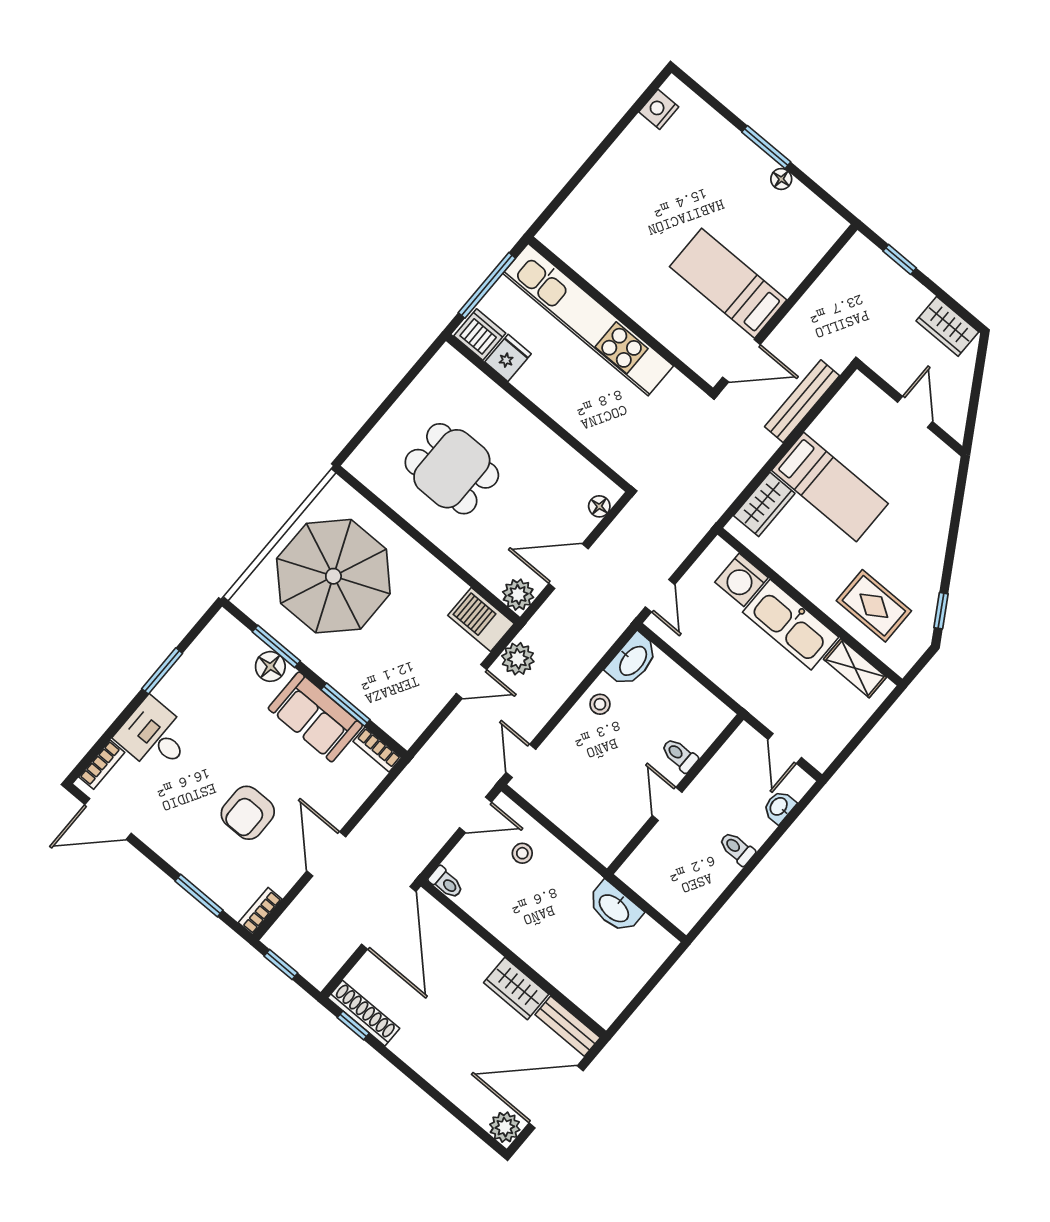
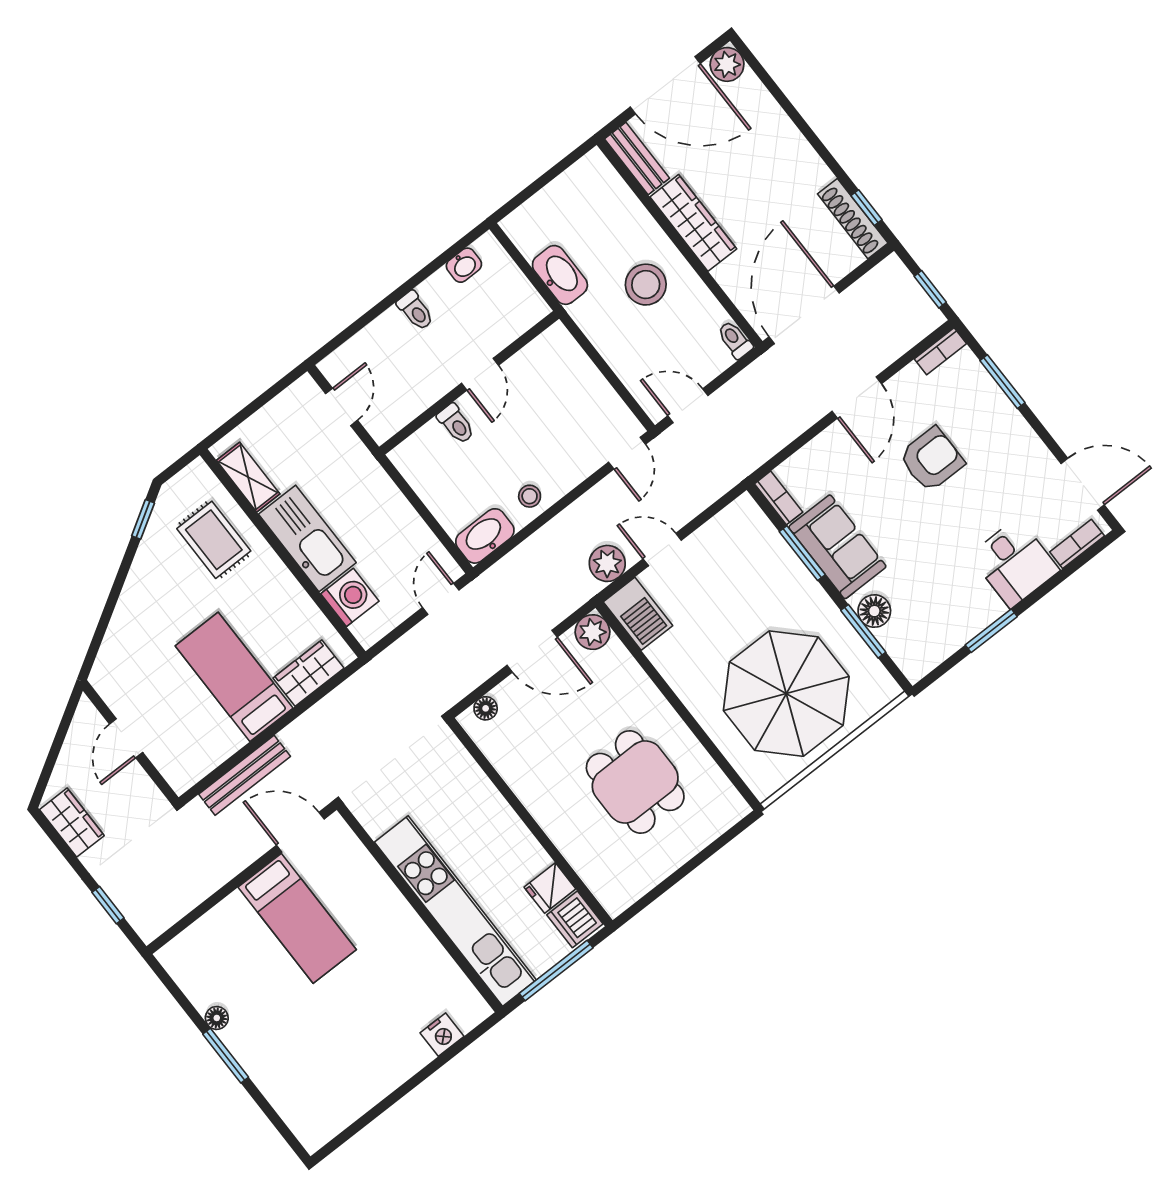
nightstand: (659, 109) -> (442, 1035), moved
washbasin: (779, 807) -> (464, 265), moved
stool: (522, 853) -> (646, 285), moved, width x1.89, depth x1.89
wardrobe: (516, 988) -> (693, 223), width x1.50

